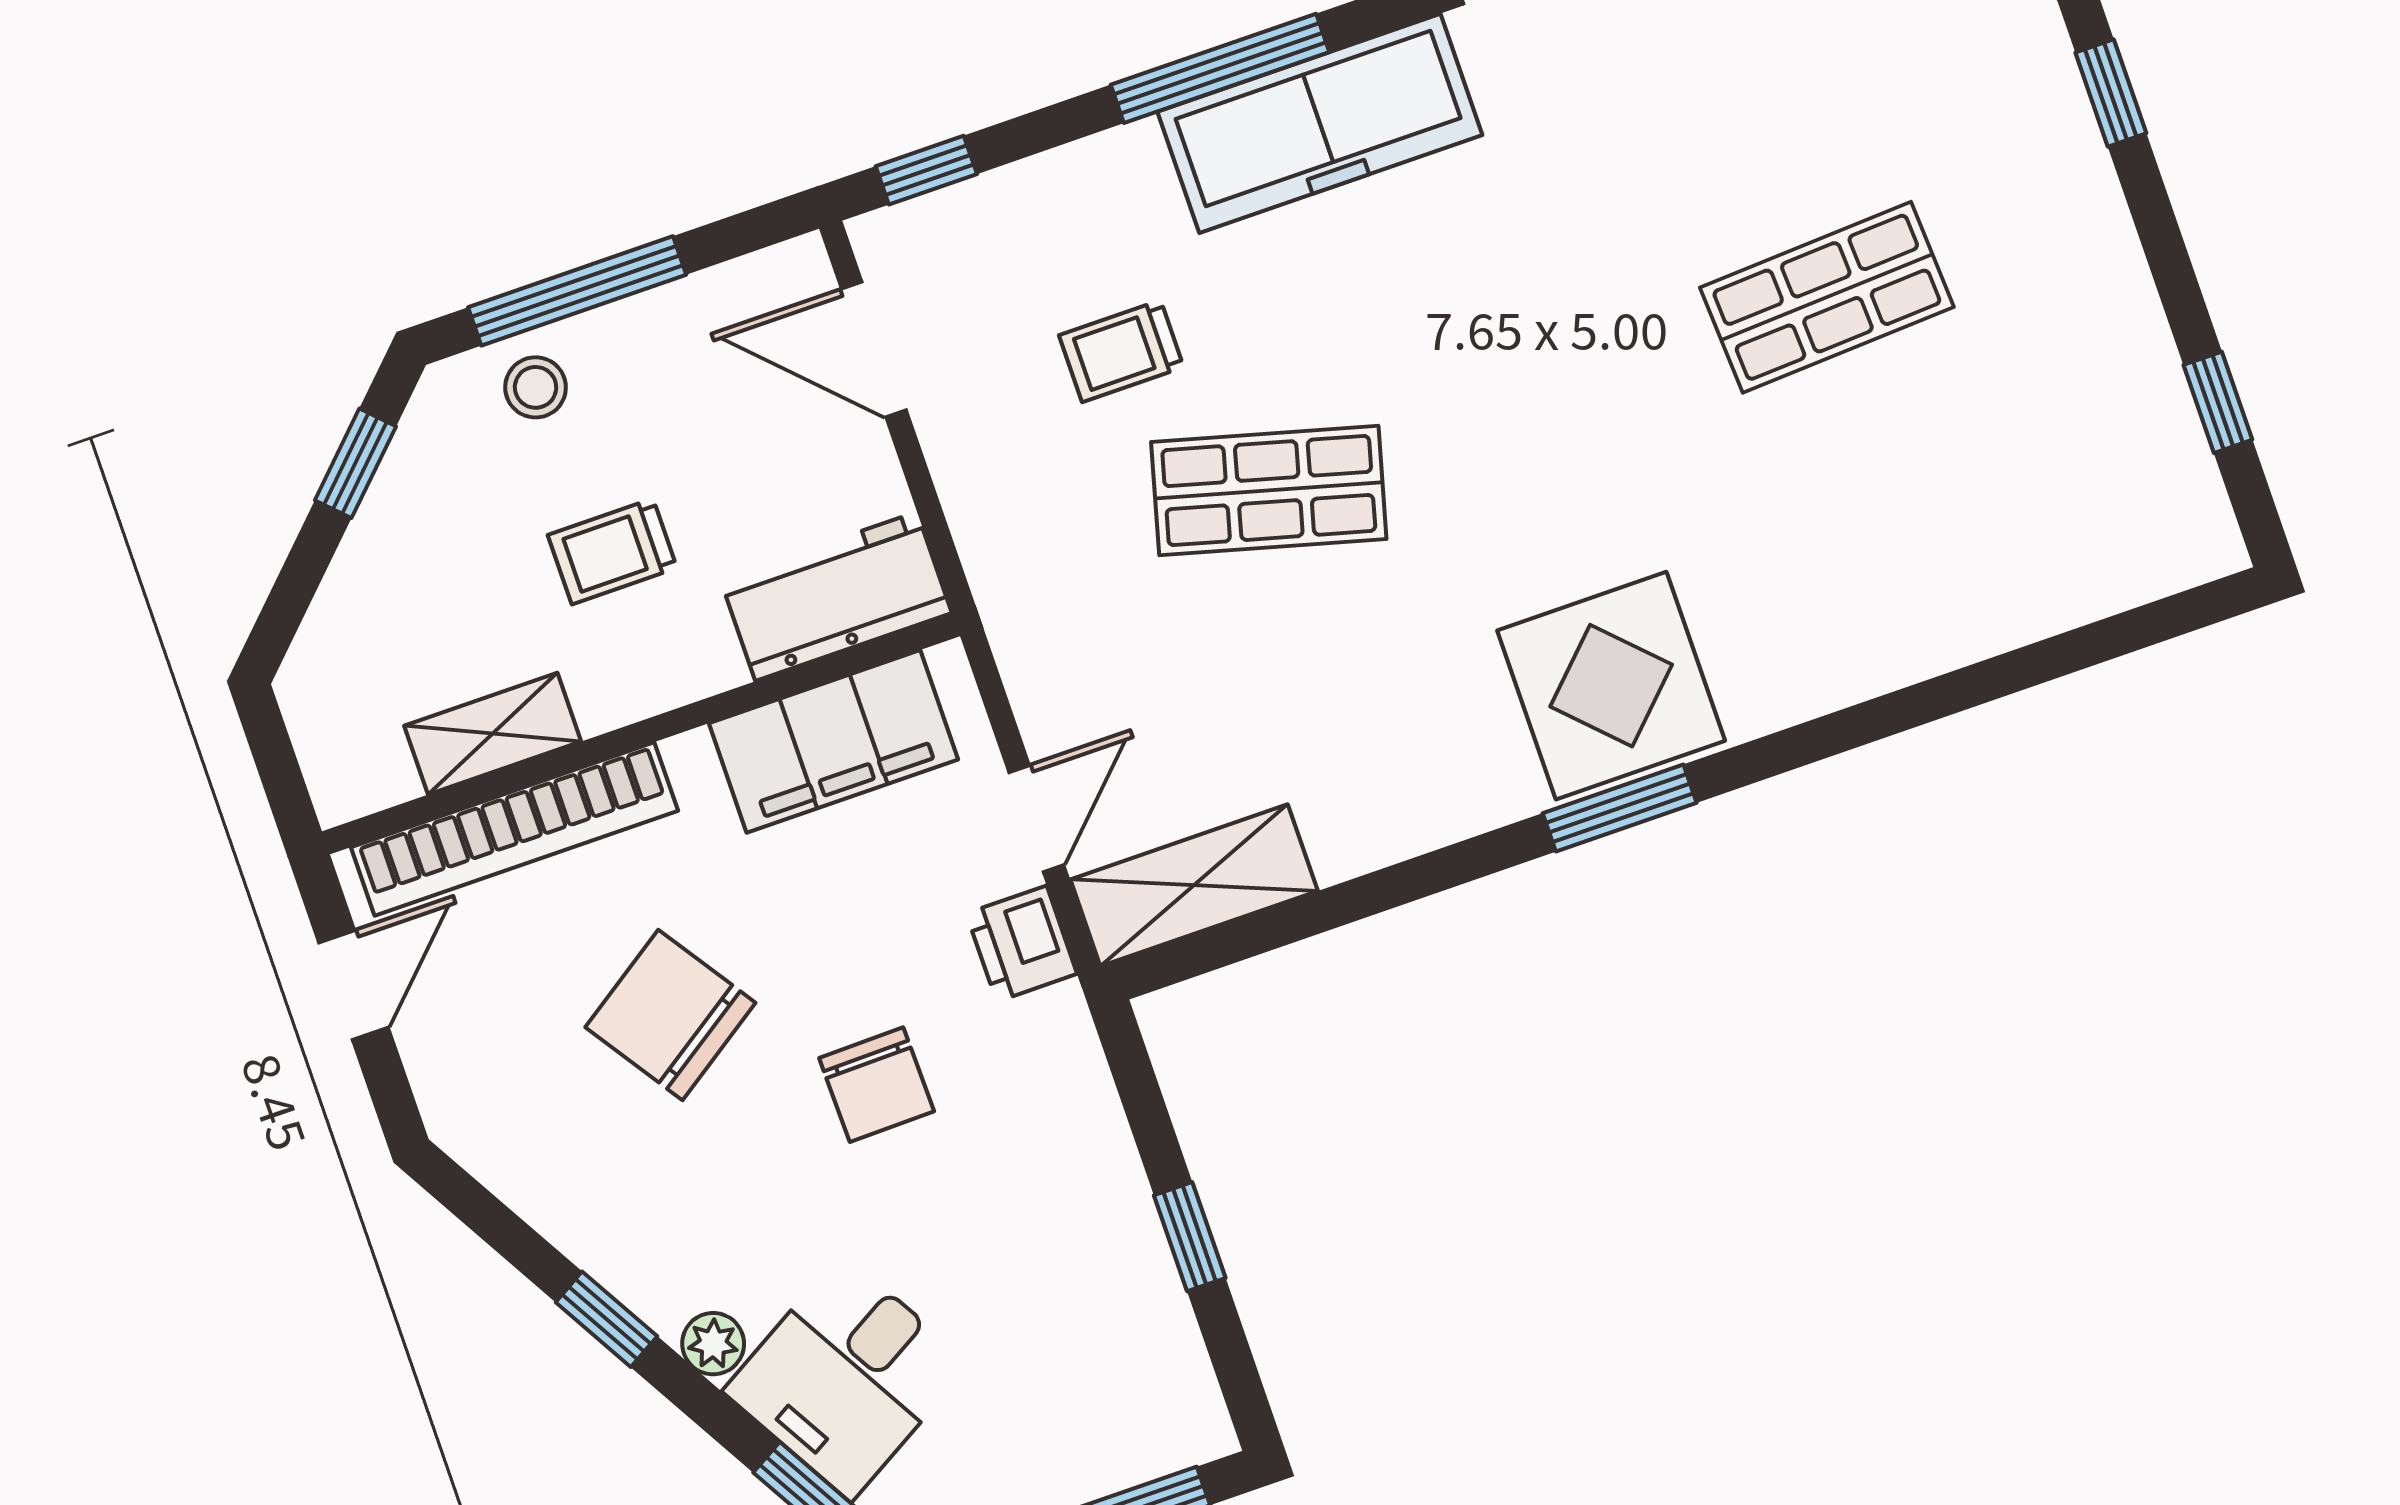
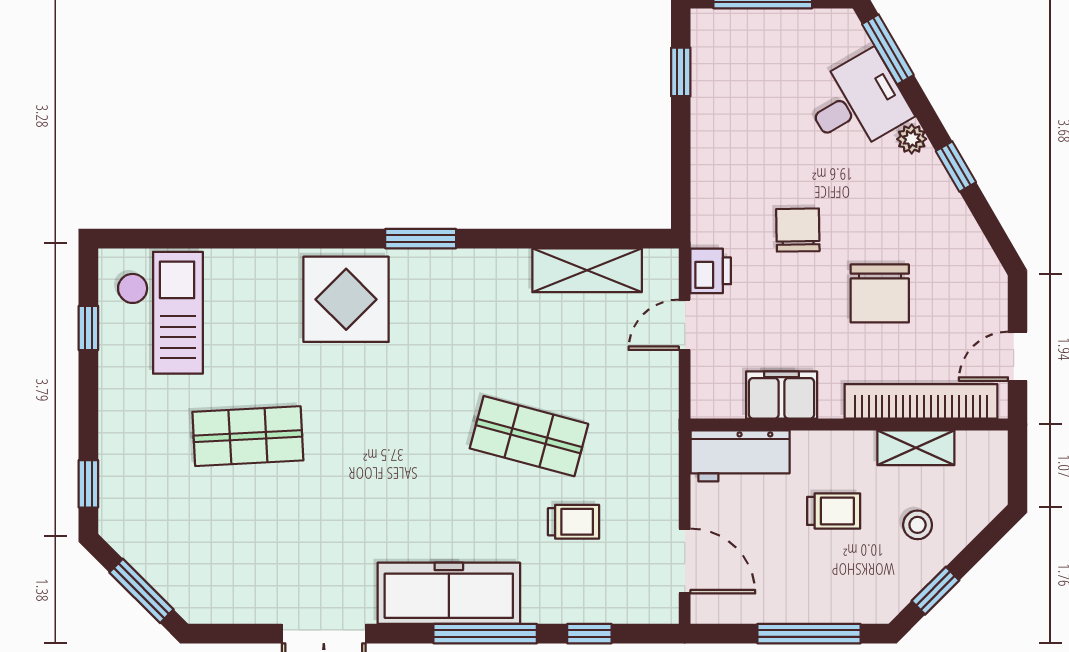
window: (926, 170) -> (589, 634), moved
stool: (536, 387) -> (918, 525), moved
checkout: (2086, 482) -> (160, 313), added
display table: (1611, 686) -> (346, 299), moved
filing cabinet: (833, 741) -> (782, 395), width x0.67, depth x0.86
shelving: (1194, 885) -> (587, 270), moved
chair: (670, 1015) -> (880, 293), turned 34
window: (1190, 1237) -> (681, 72), moved

